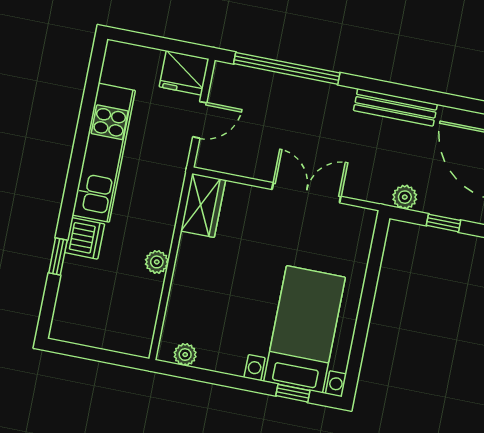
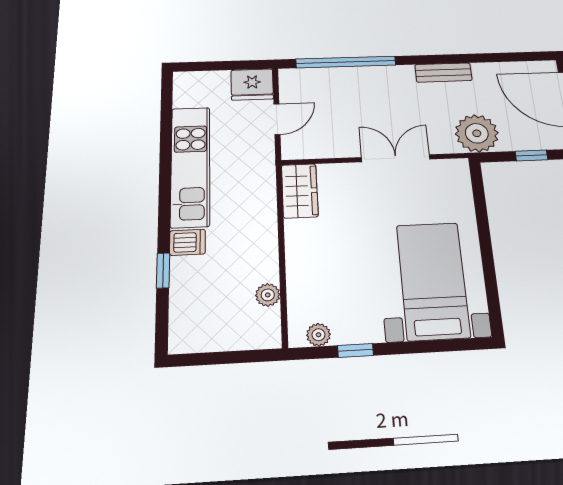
bench: (395, 107) -> (443, 73), width x0.73
plant: (405, 197) -> (477, 133), width x1.87, depth x1.87
dishwasher: (85, 238) -> (187, 242), width x0.73
plant: (157, 262) -> (268, 295), moved
window: (293, 393) -> (355, 350), moved

